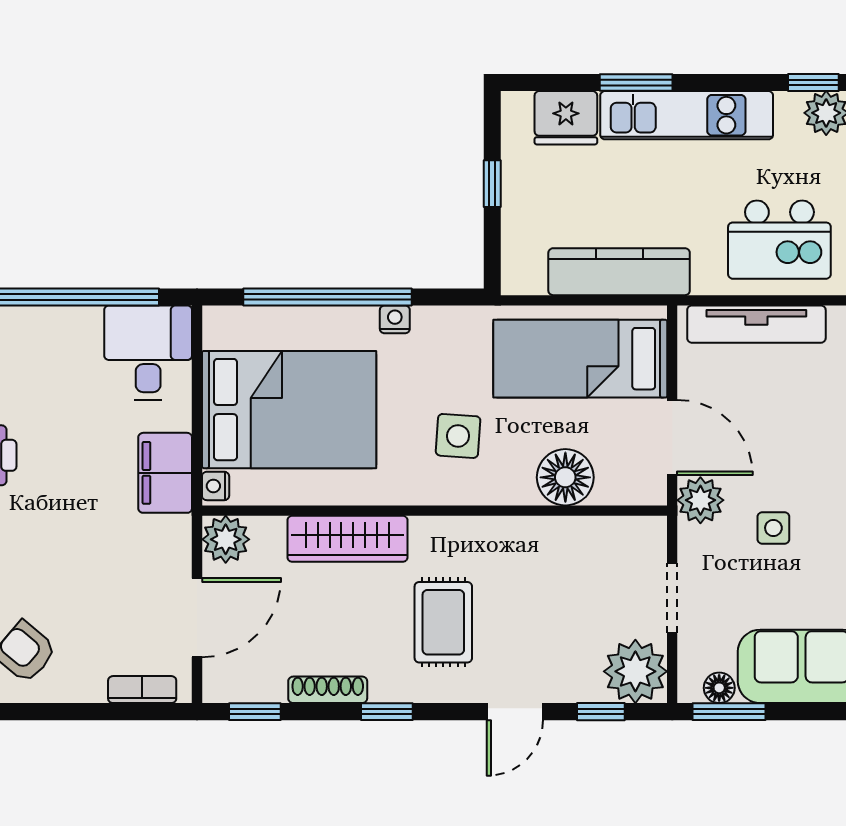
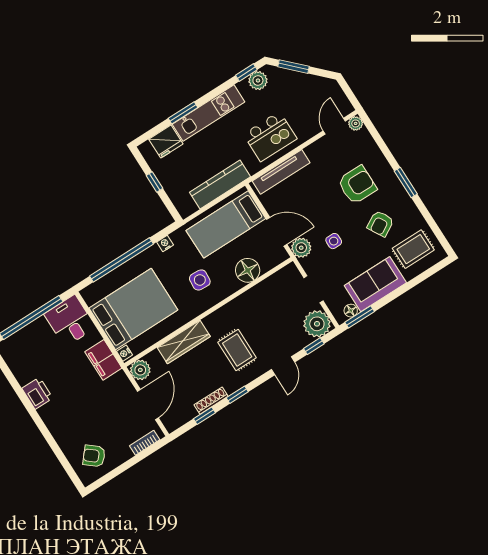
nightstand: (395, 319) -> (165, 243), moved
window: (255, 712) -> (204, 416), moved

